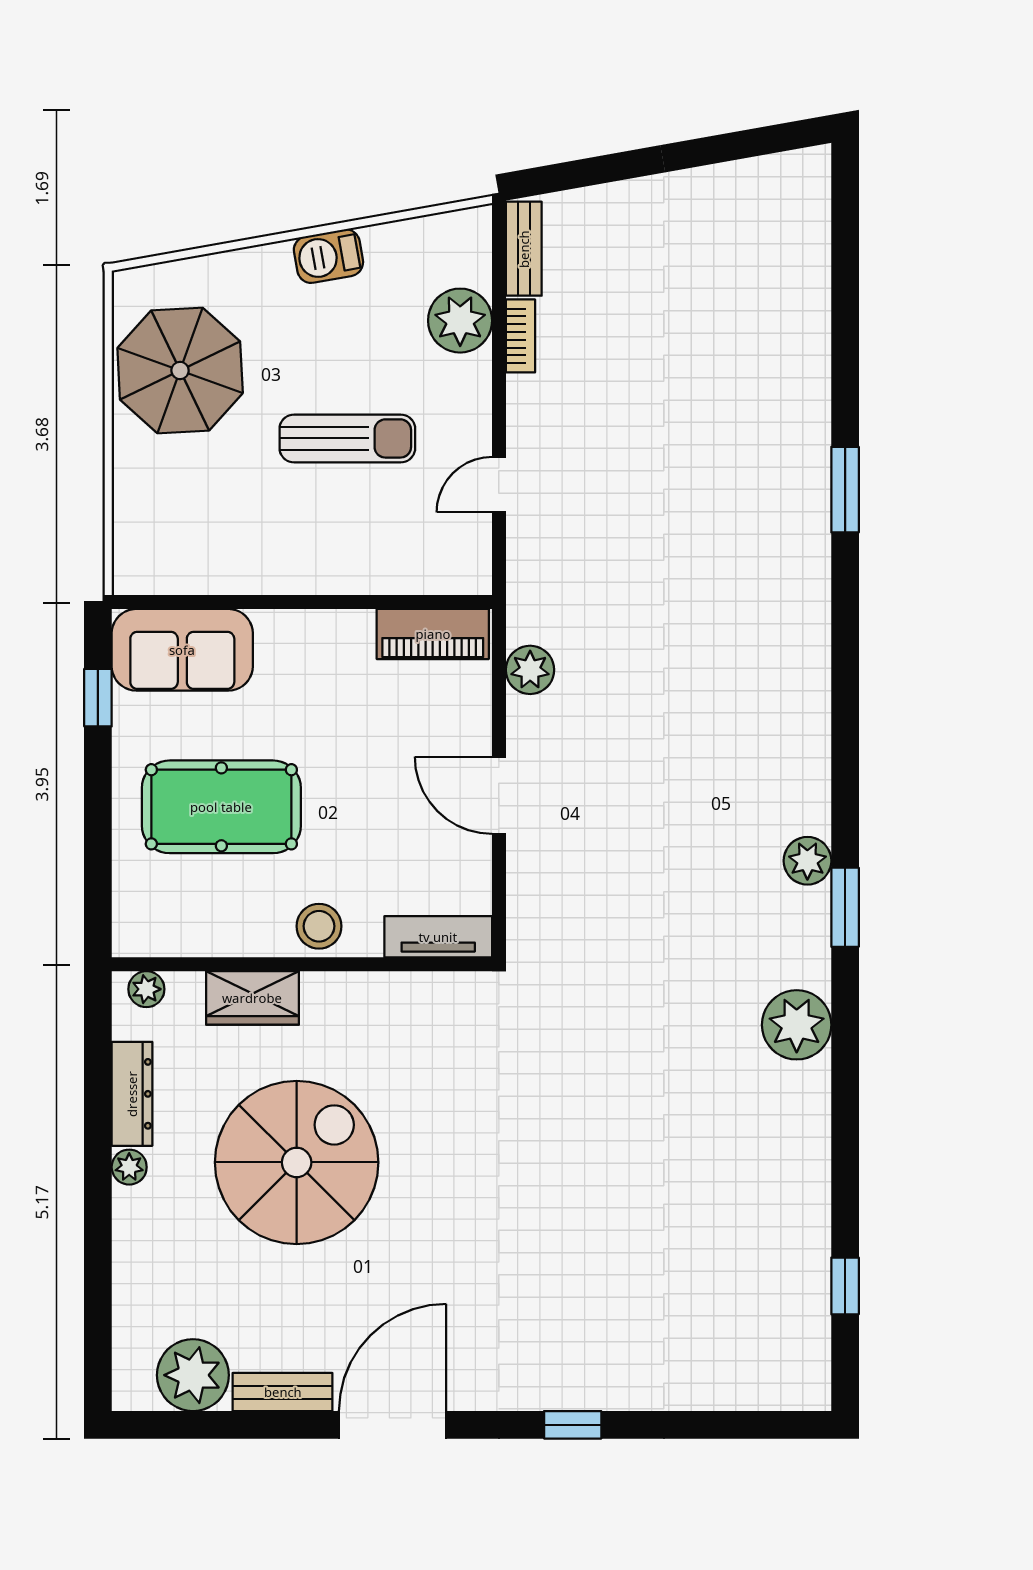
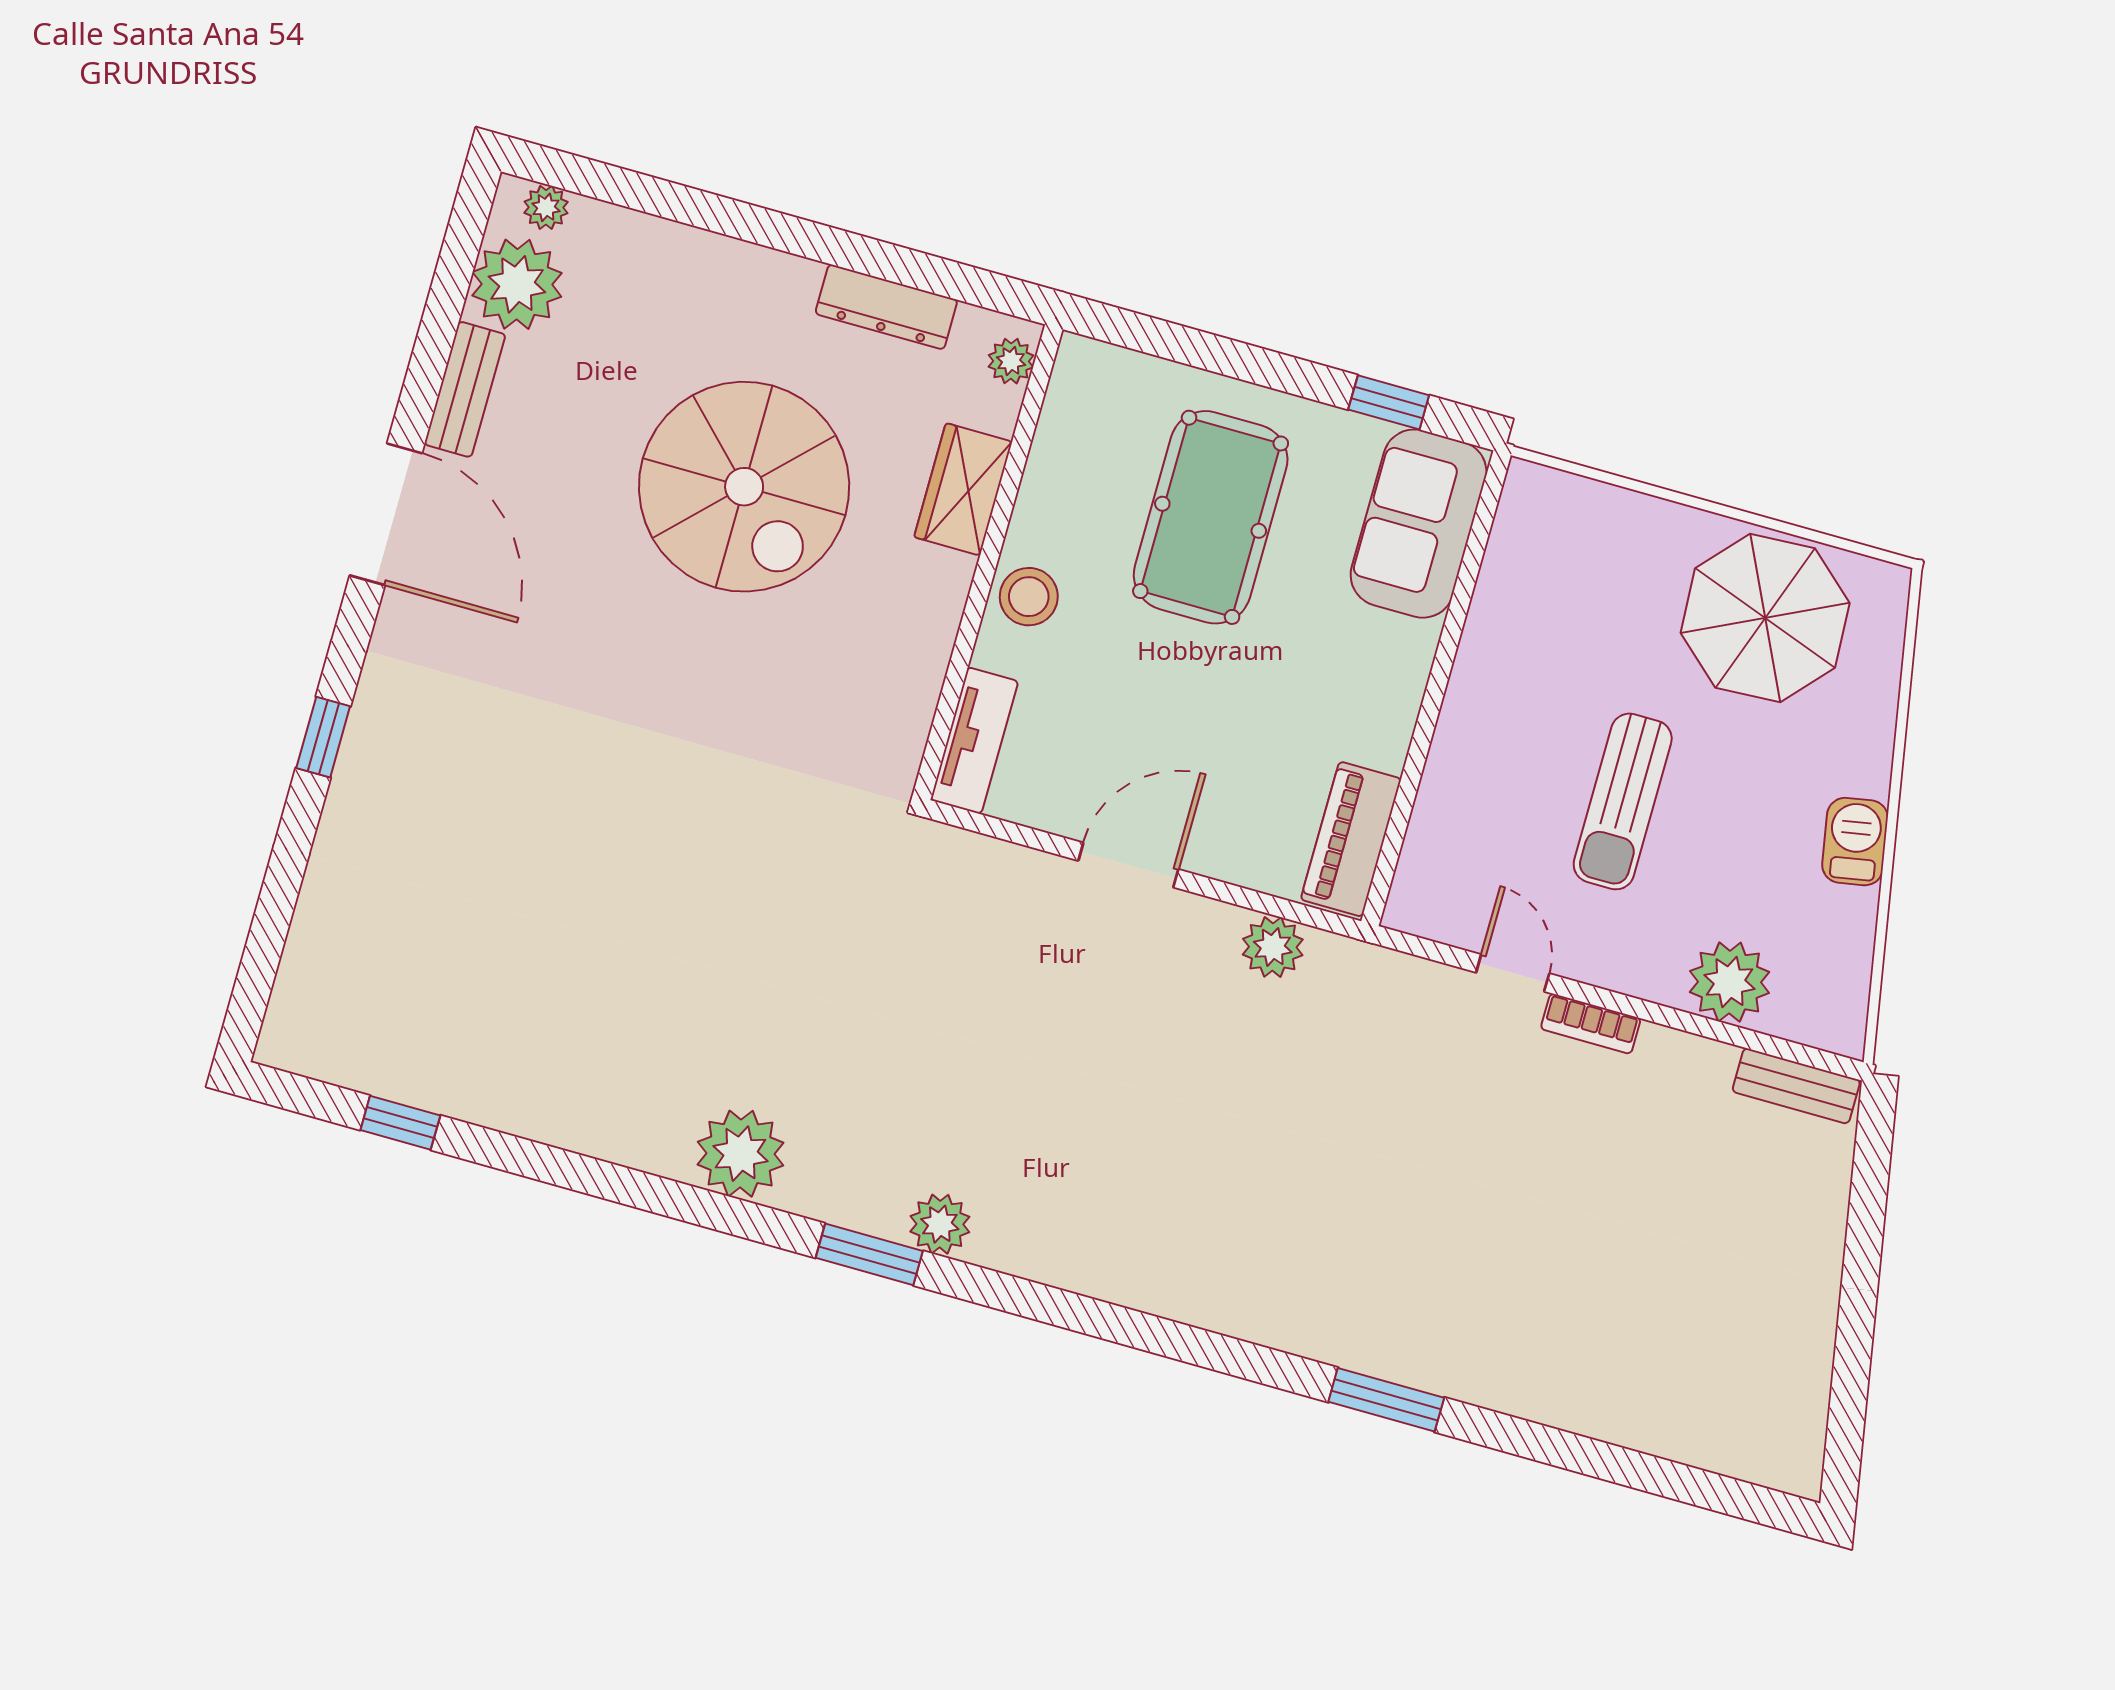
bookcase: (520, 336) -> (1591, 1024), moved
plant: (129, 1167) -> (546, 207), moved

